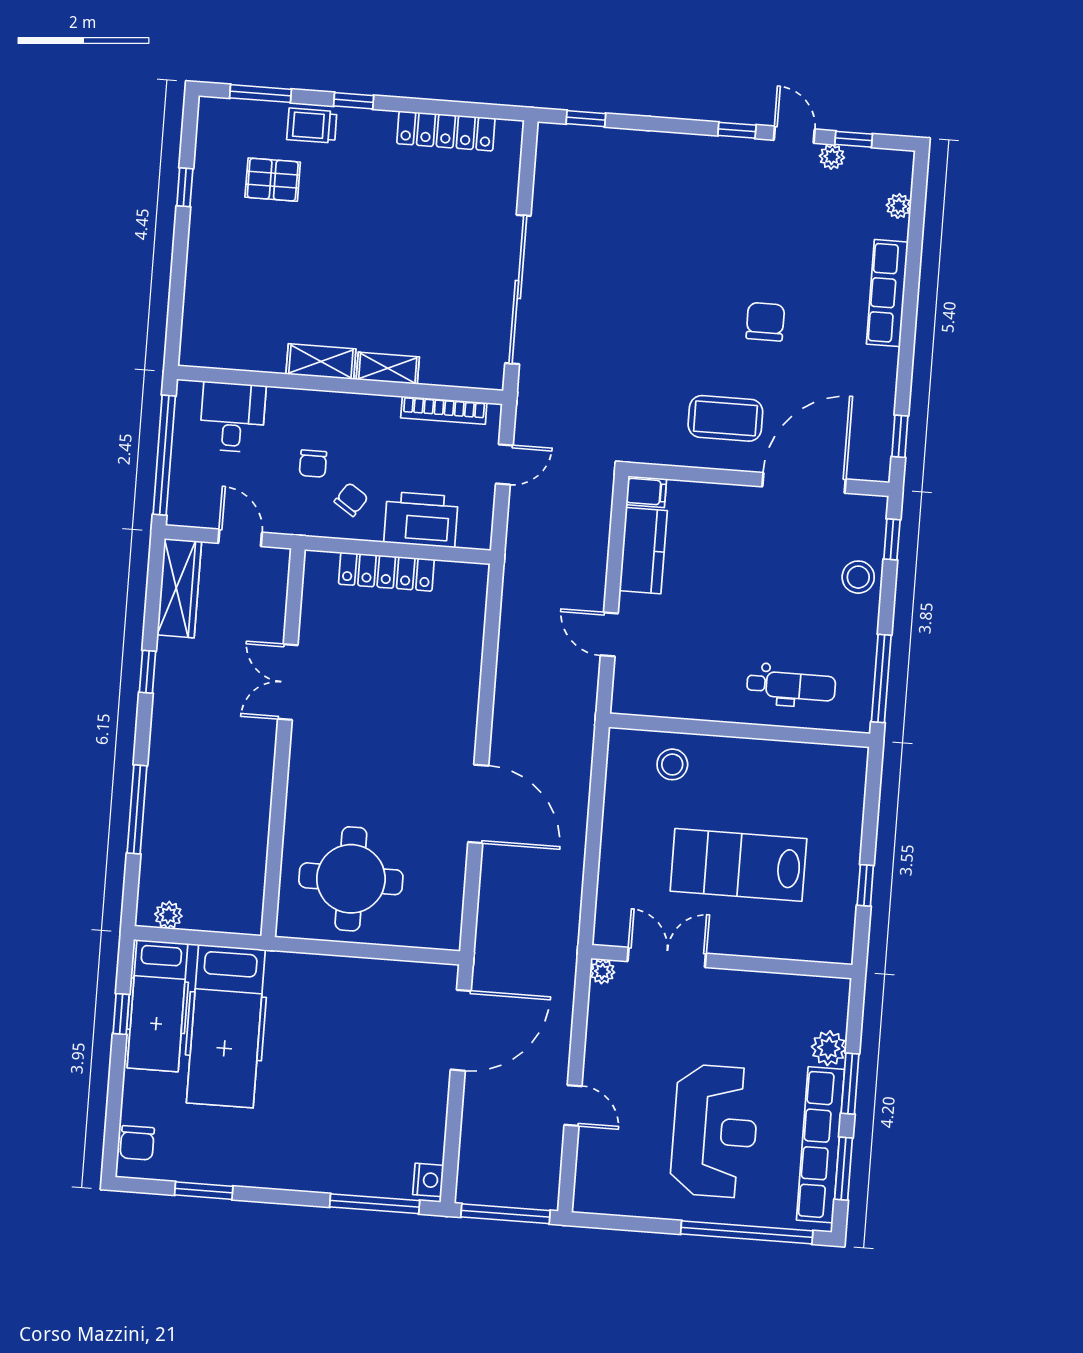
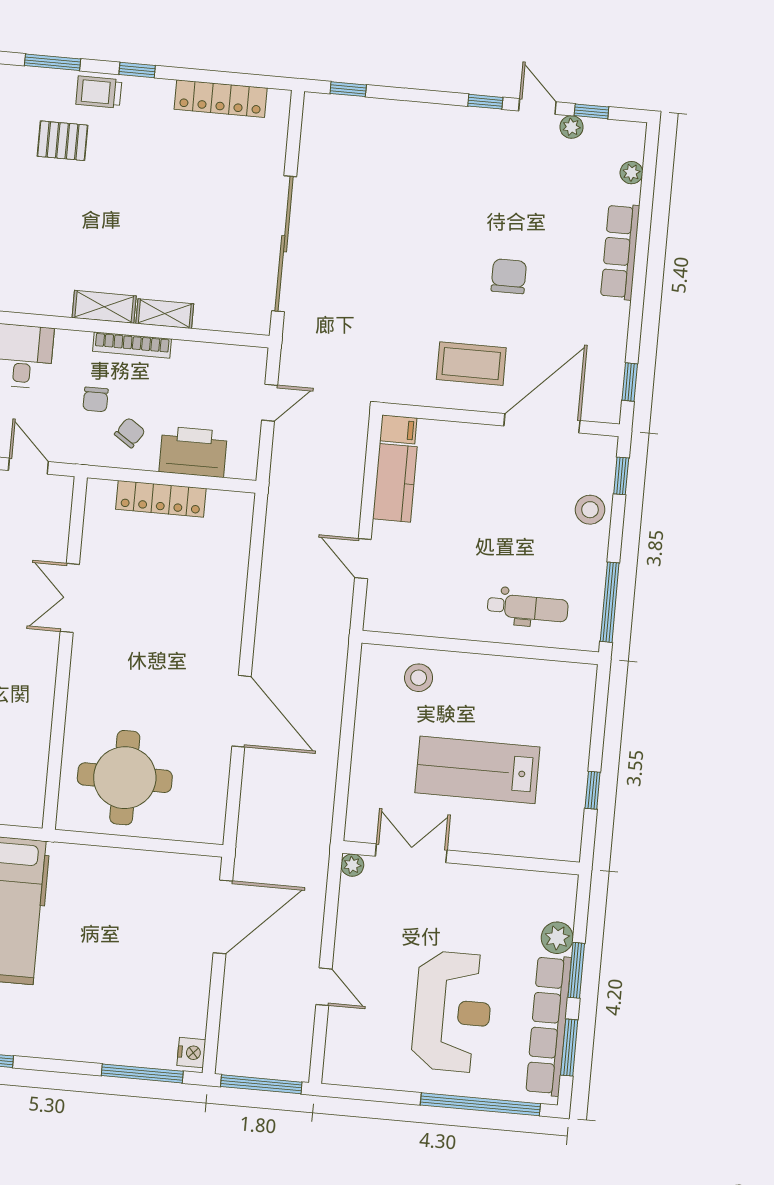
bookcase: (444, 410) -> (132, 345), moved

